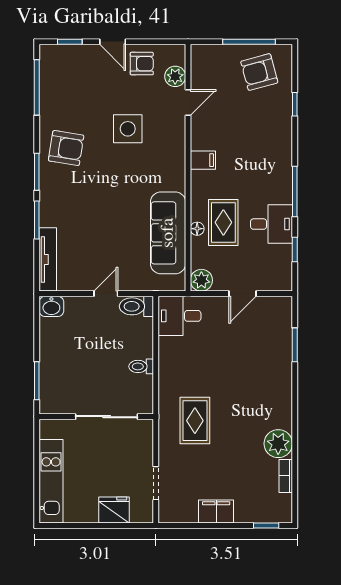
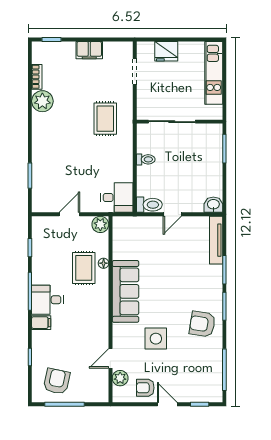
armchair: (259, 72) -> (57, 381), turned -63
filing cabinet: (203, 160) -> (41, 323), moved, turned 180
desk: (271, 224) -> (47, 300), moved
sofa: (168, 233) -> (125, 291), moved

